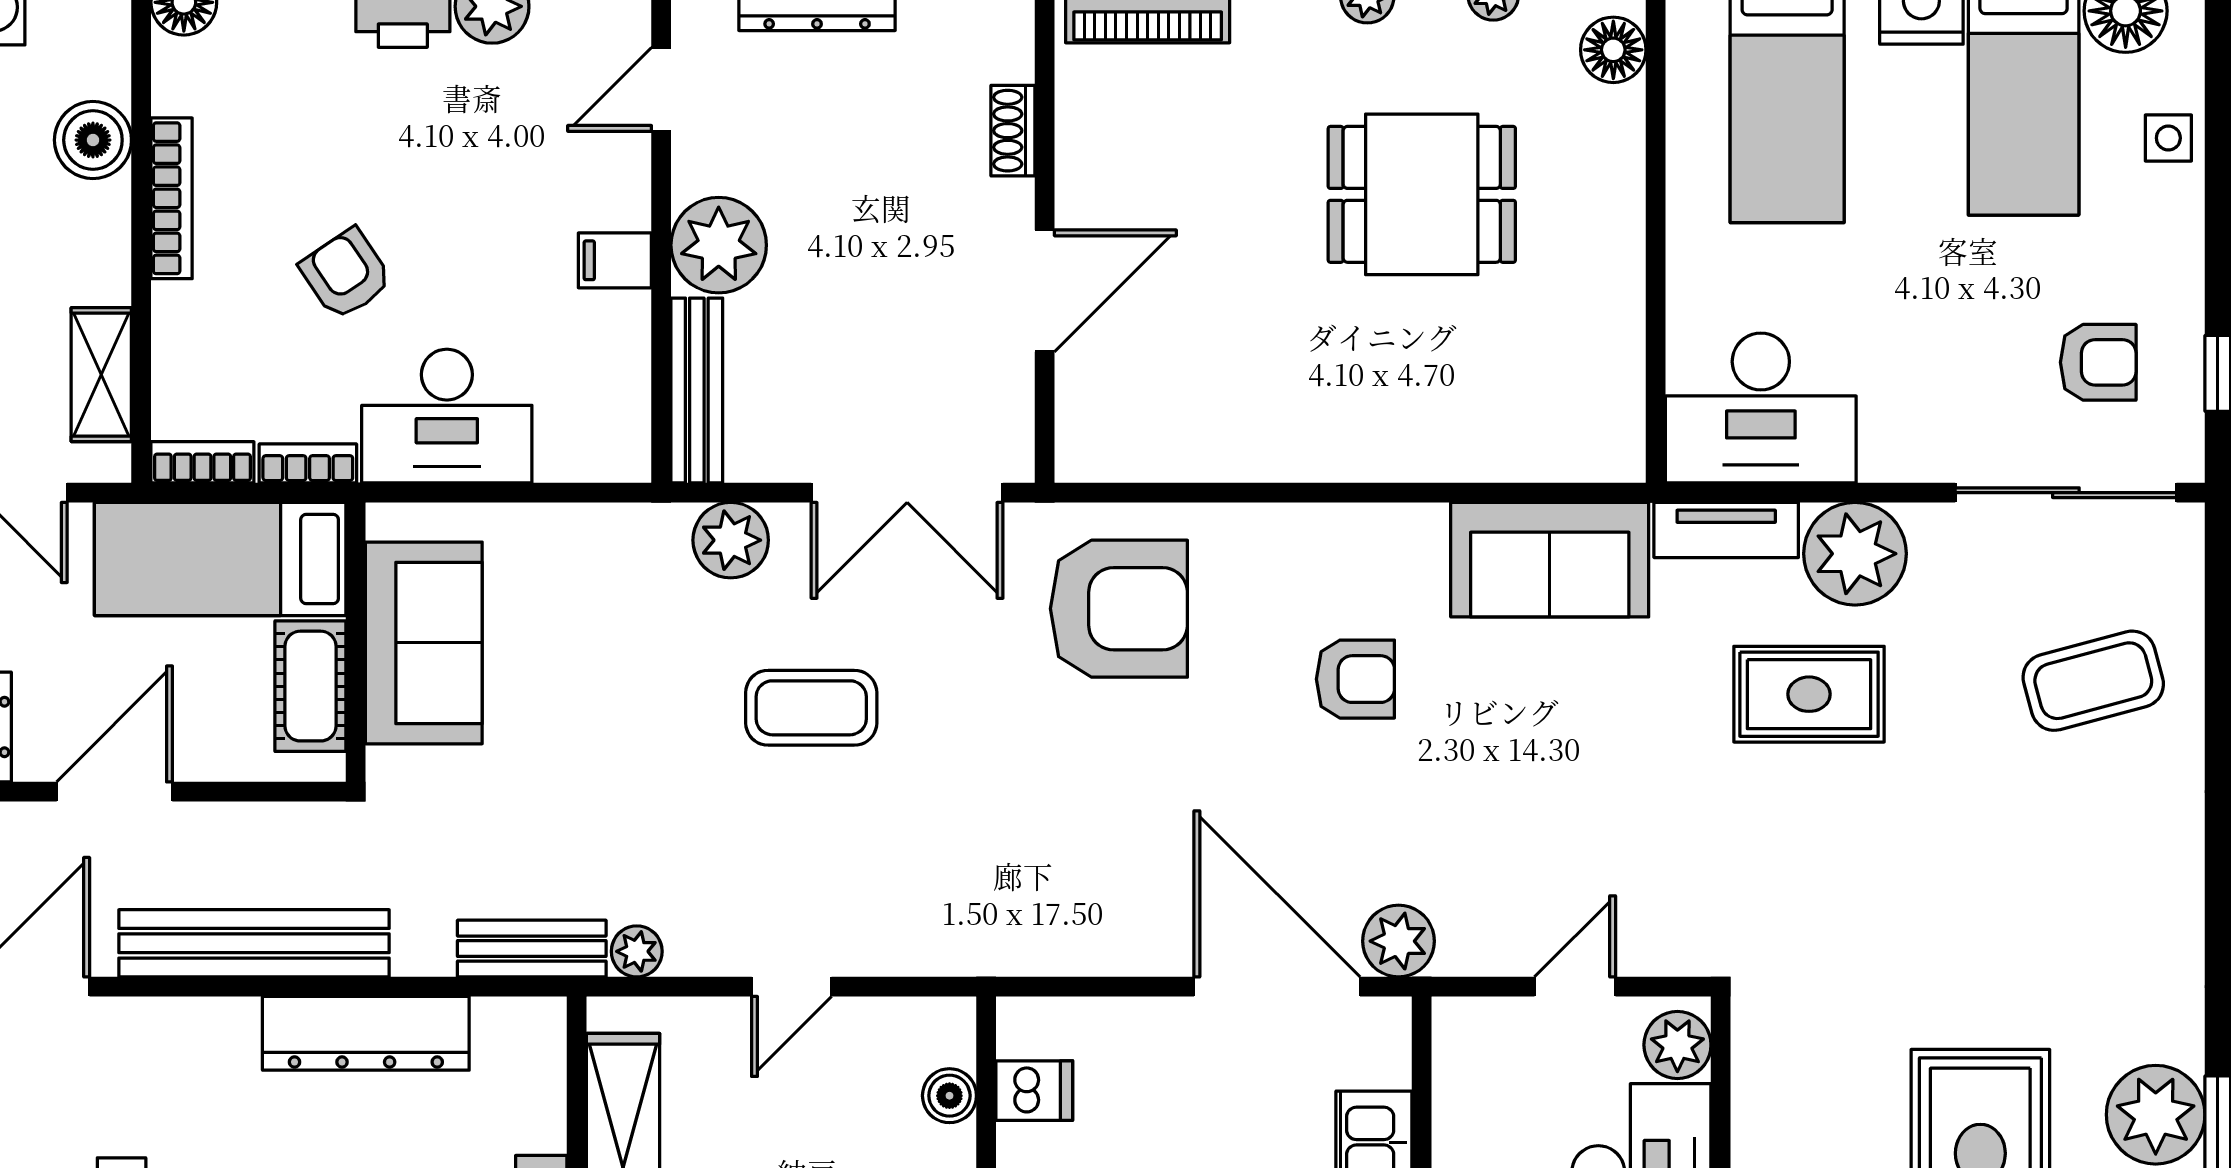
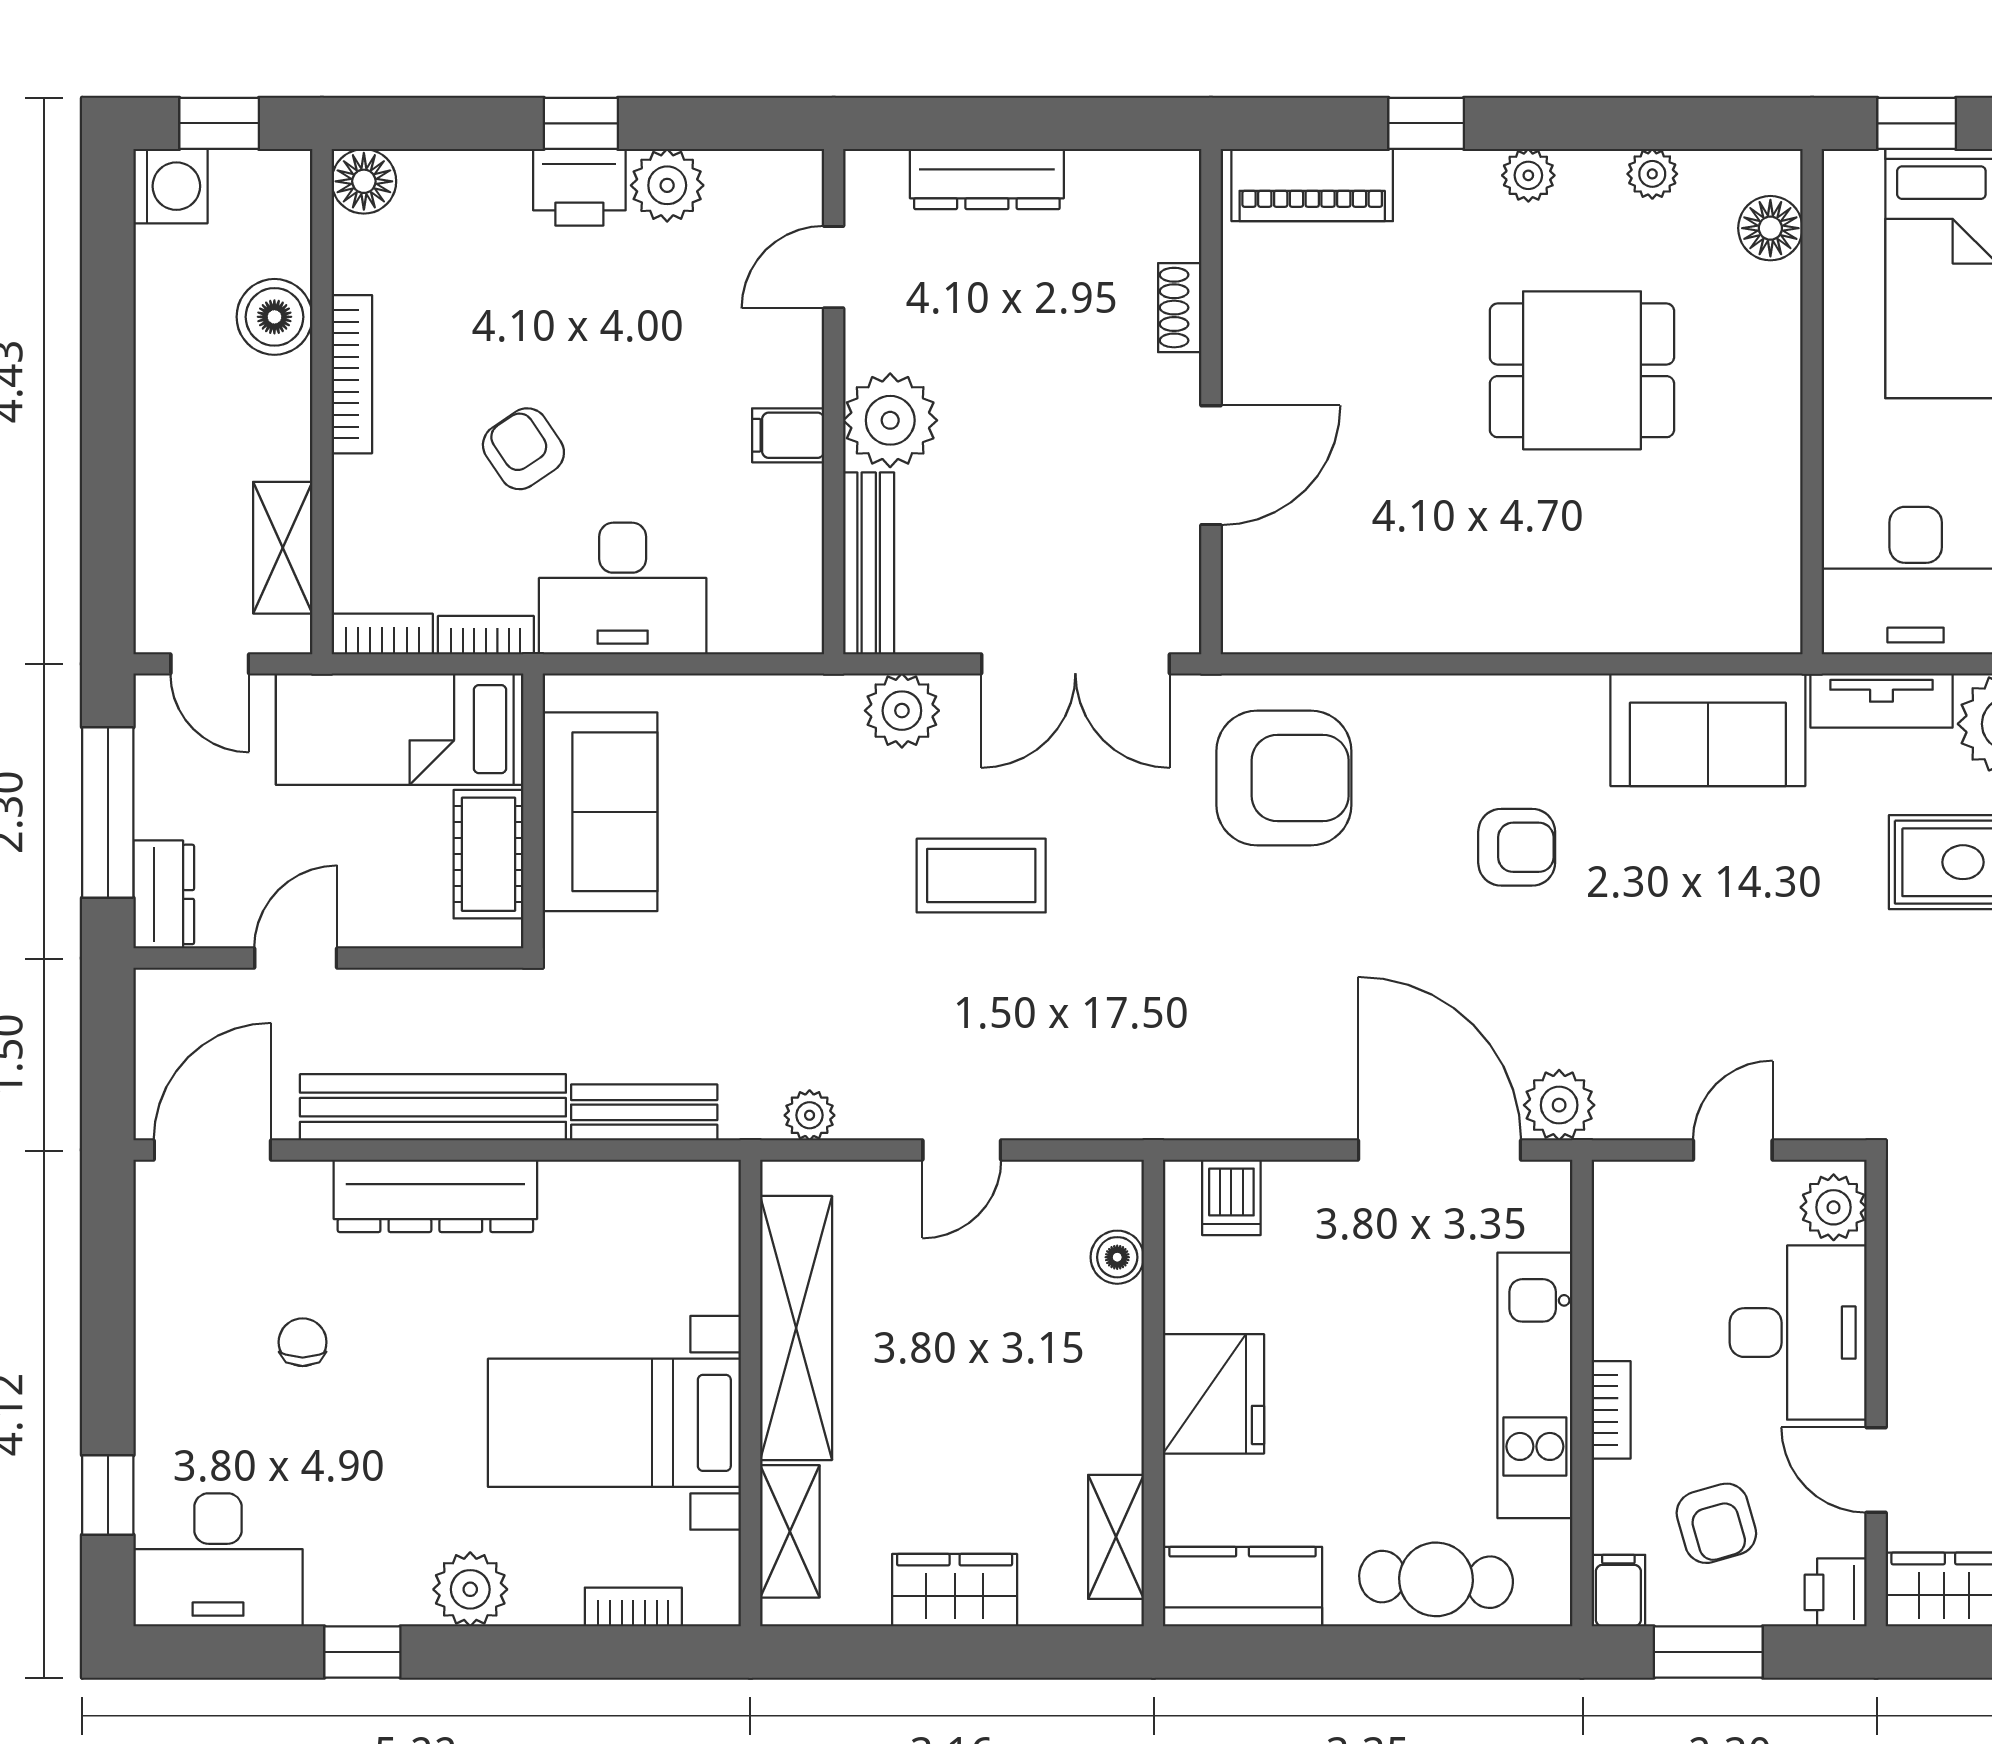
door: (115, 792) -> (296, 958), width x0.73
bench: (532, 949) -> (644, 1112), moved
dresser: (366, 1033) -> (435, 1196), moved
dishwasher: (1034, 1091) -> (1231, 1197), moved, turned 90

